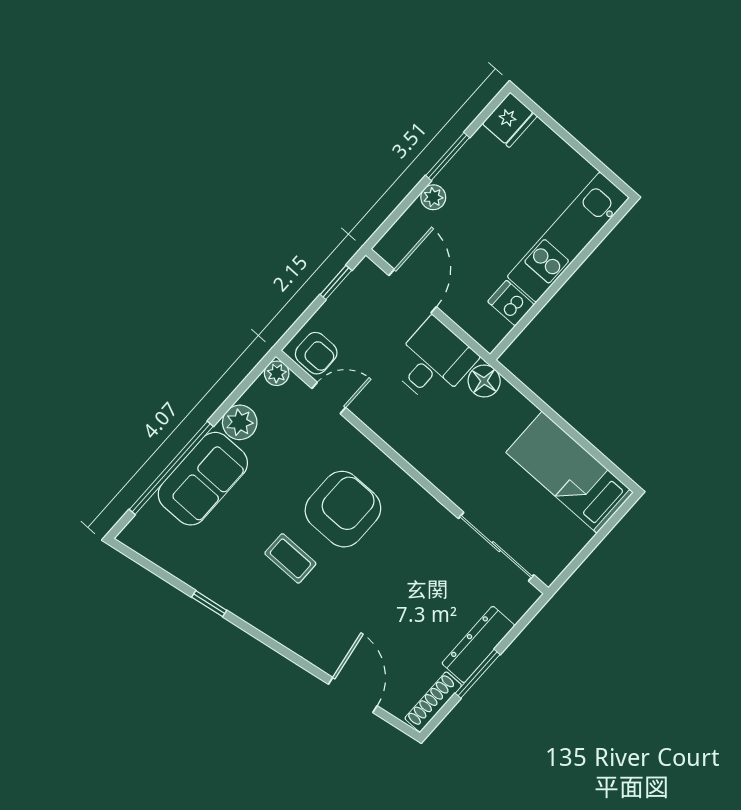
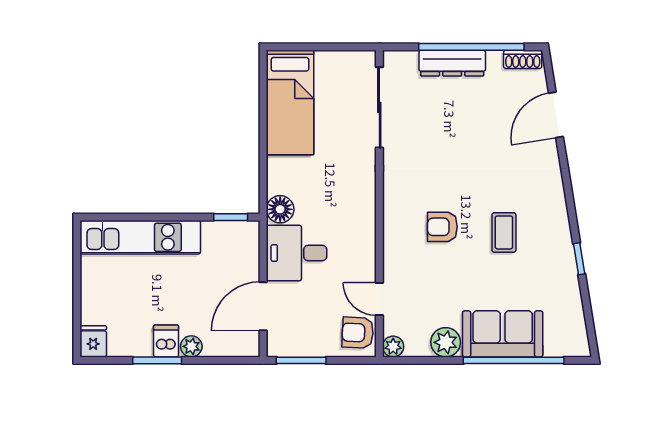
fridge: (510, 120) -> (93, 341), width x0.72
window: (336, 282) -> (301, 360), width x1.50
dishwasher: (511, 303) -> (166, 341), moved, turned 180
window: (516, 332) -> (231, 217), added
armchair: (316, 353) -> (358, 333), turned -87
armchair: (343, 509) -> (442, 227), width x0.53, depth x0.53
window: (478, 674) -> (471, 47), width x2.11
shoe rack: (433, 702) -> (523, 59), width x0.70

